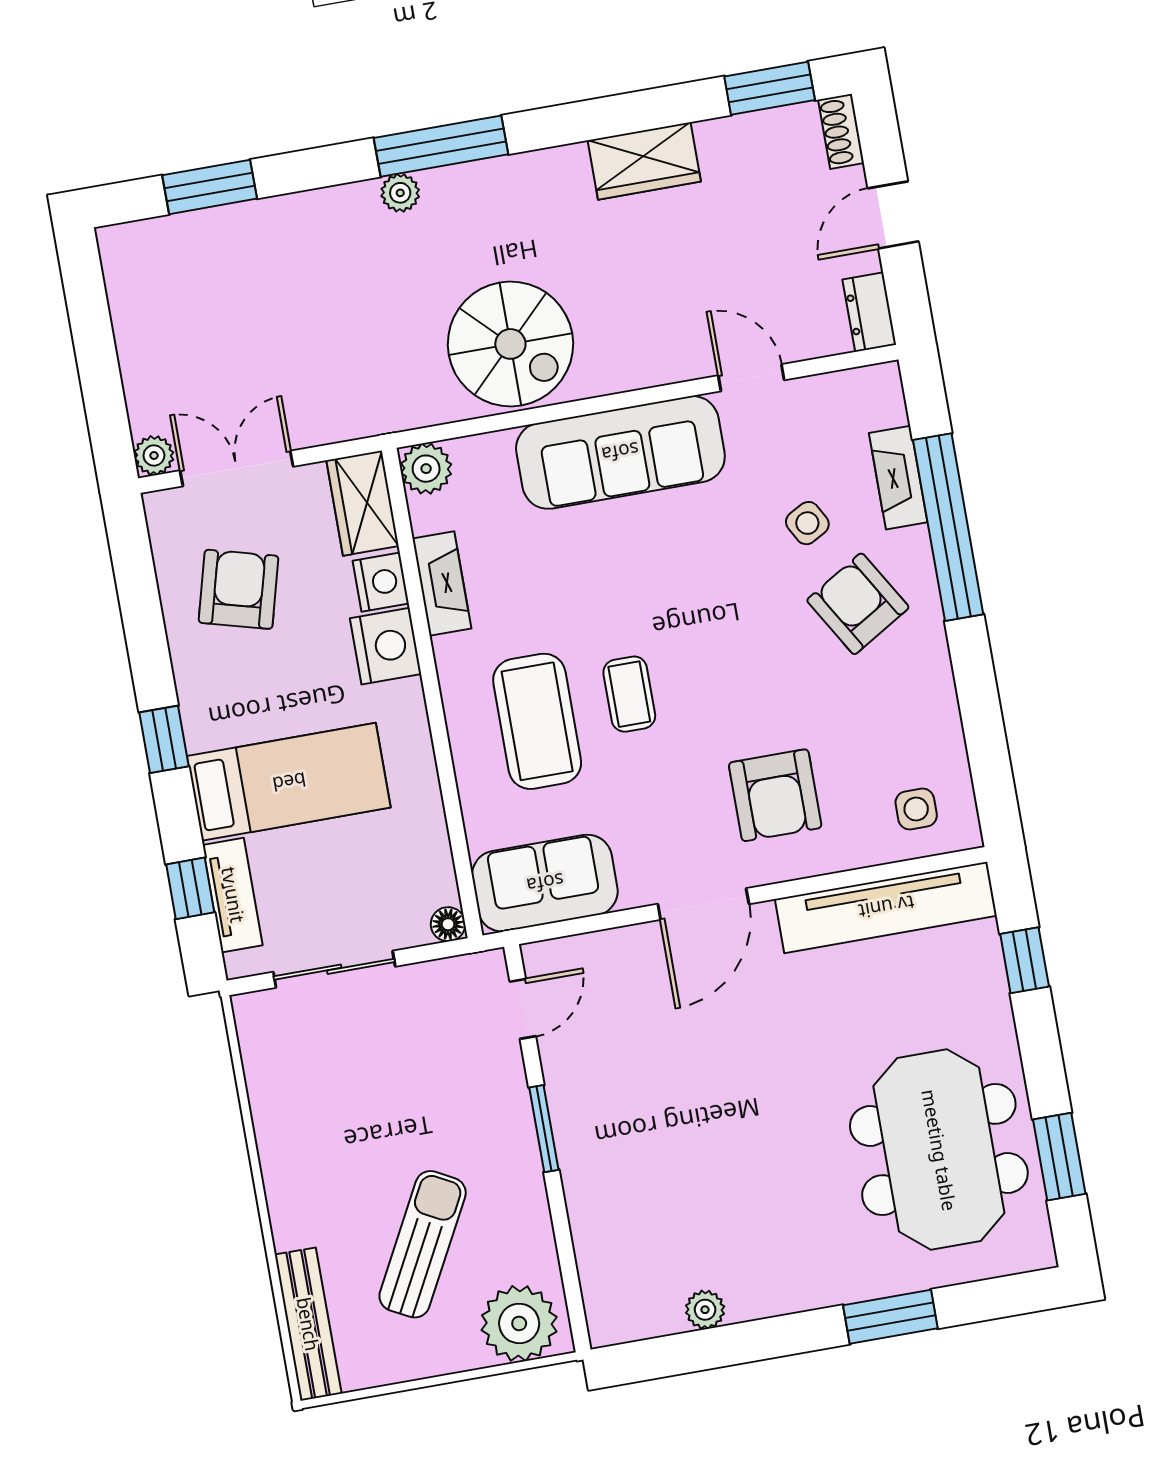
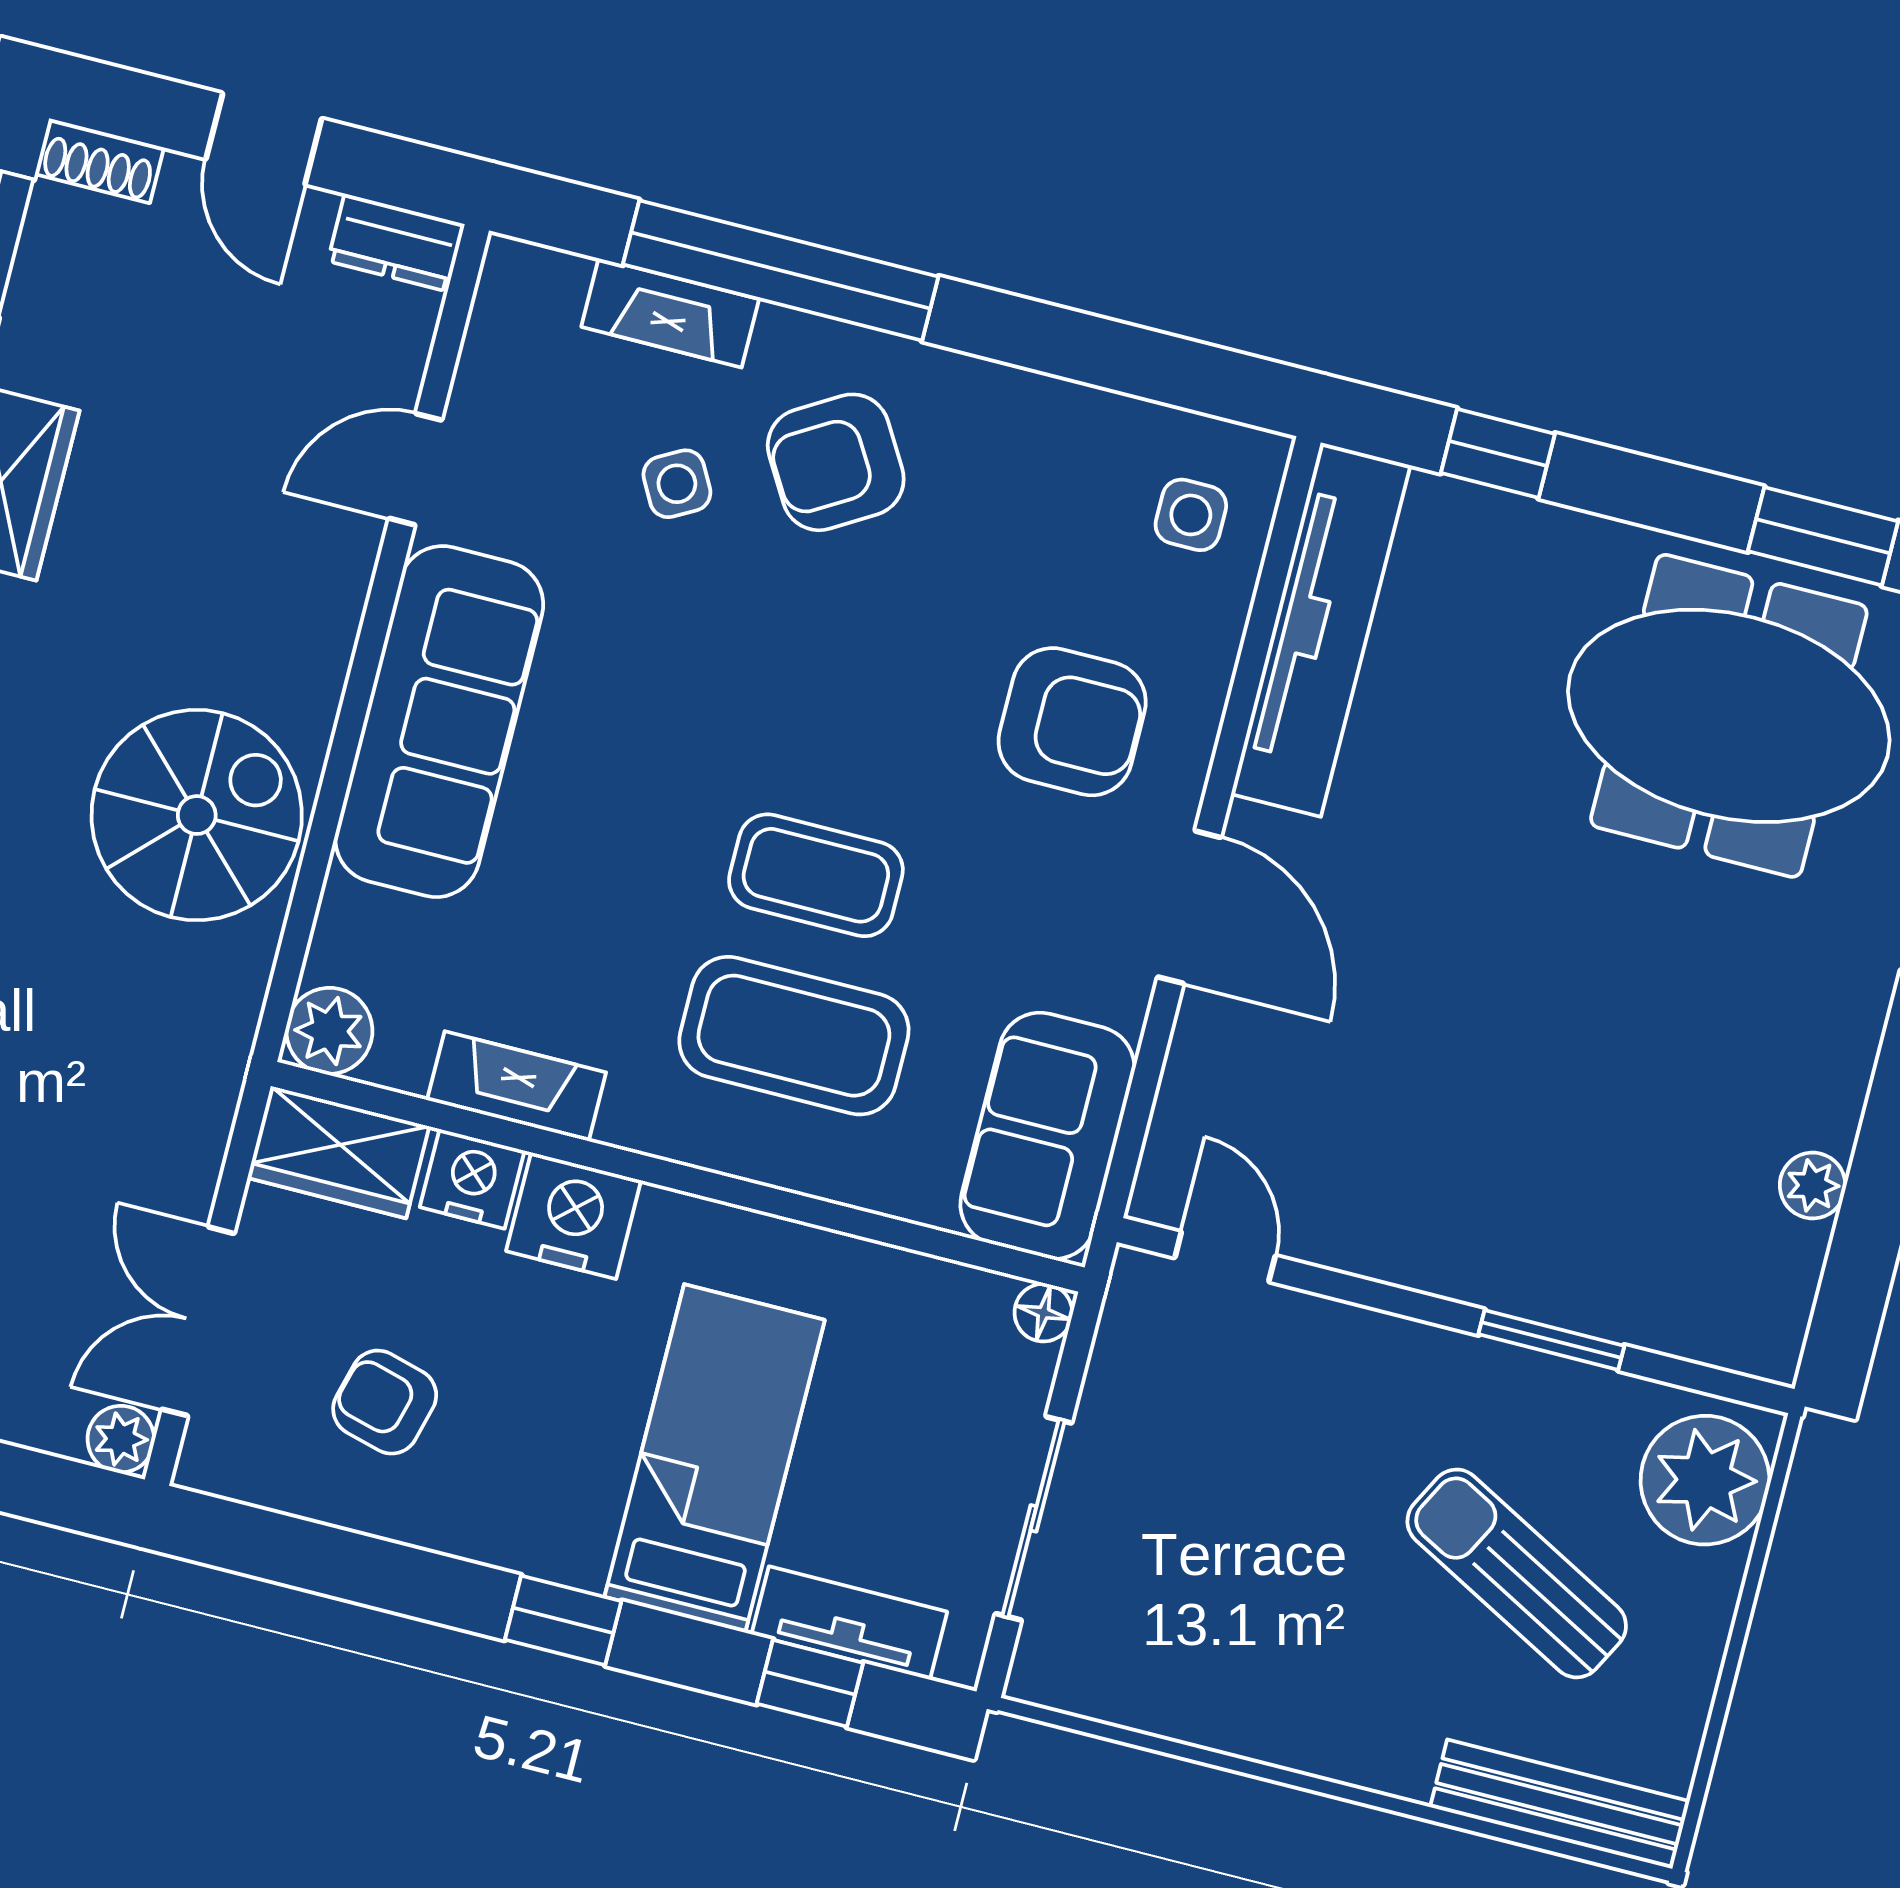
armchair: (239, 589) -> (385, 1402), width x0.72, depth x0.72
coffee table: (629, 694) -> (816, 875), width x1.36, depth x1.30
window: (544, 1129) -> (1551, 1340), moved

